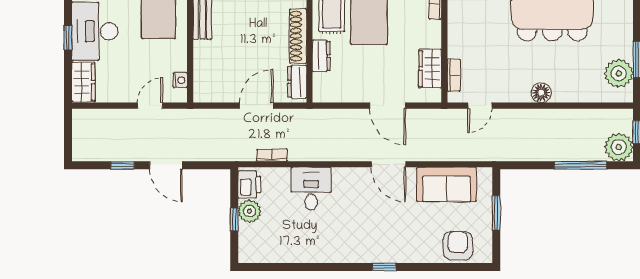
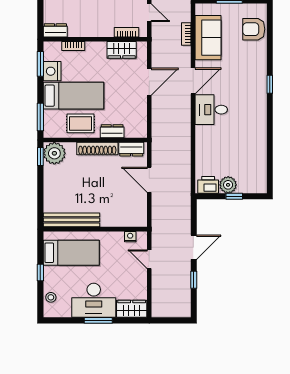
window: (68, 37) -> (98, 320), width x1.50
bookcase: (272, 155) -> (186, 34), moved
desk: (311, 189) -> (211, 110), moved

